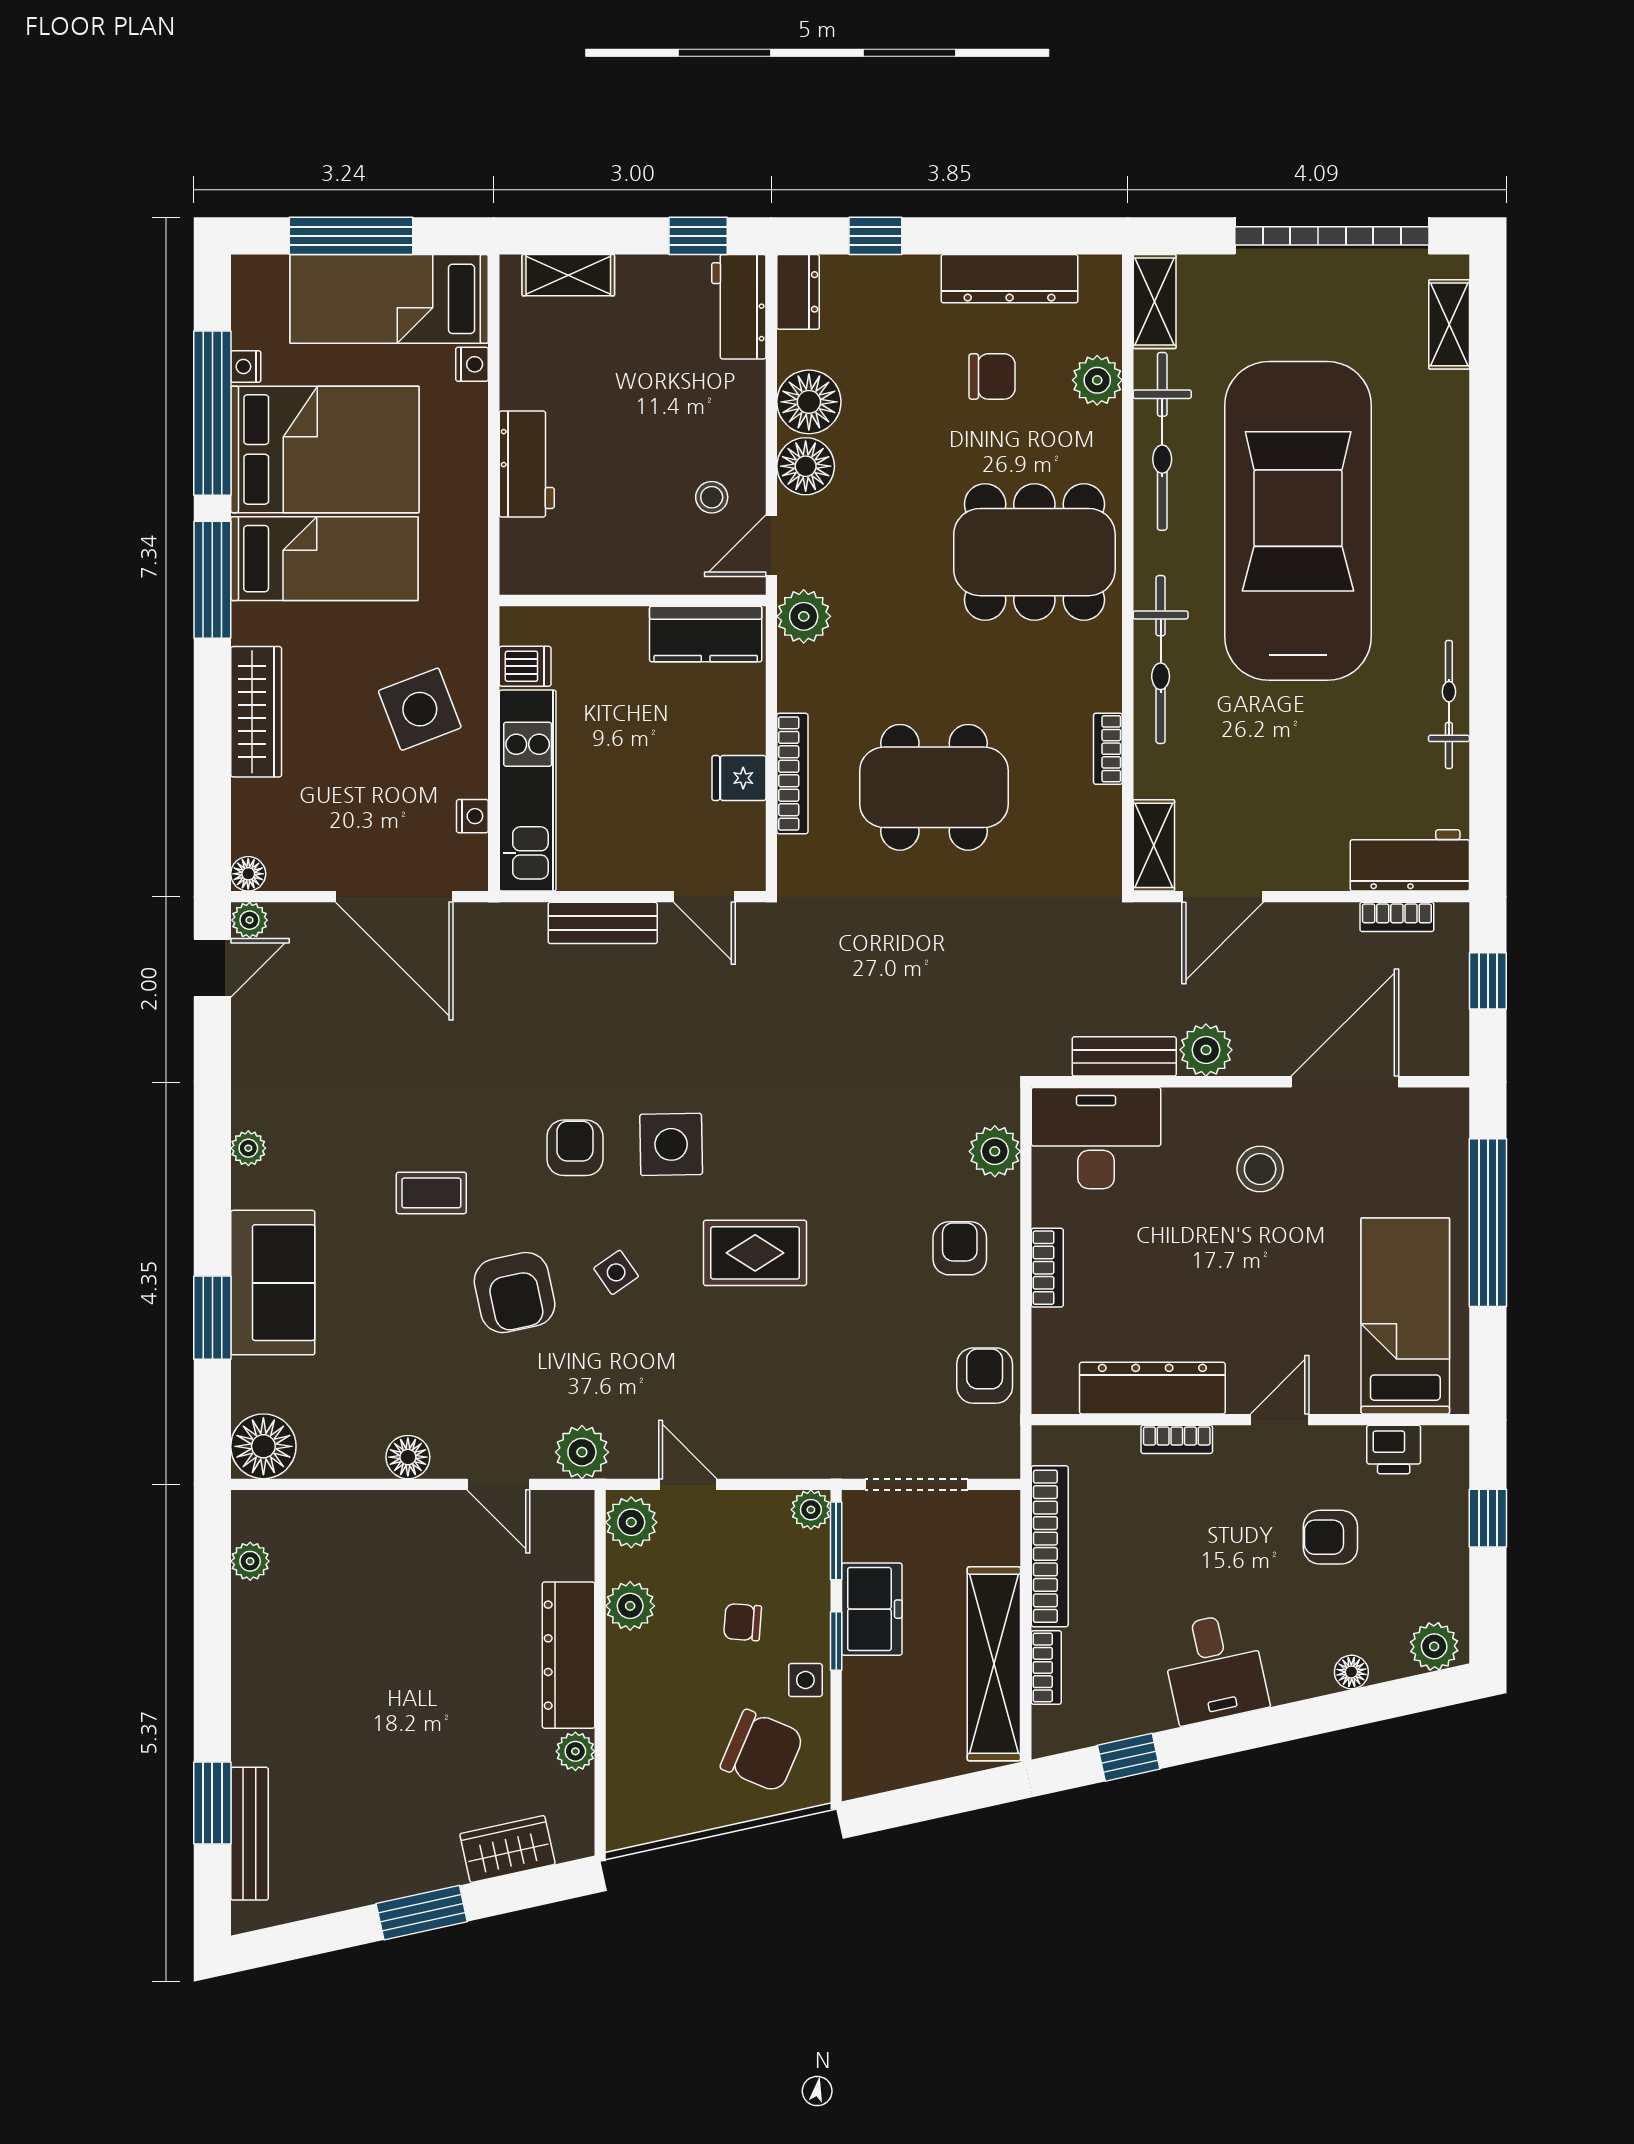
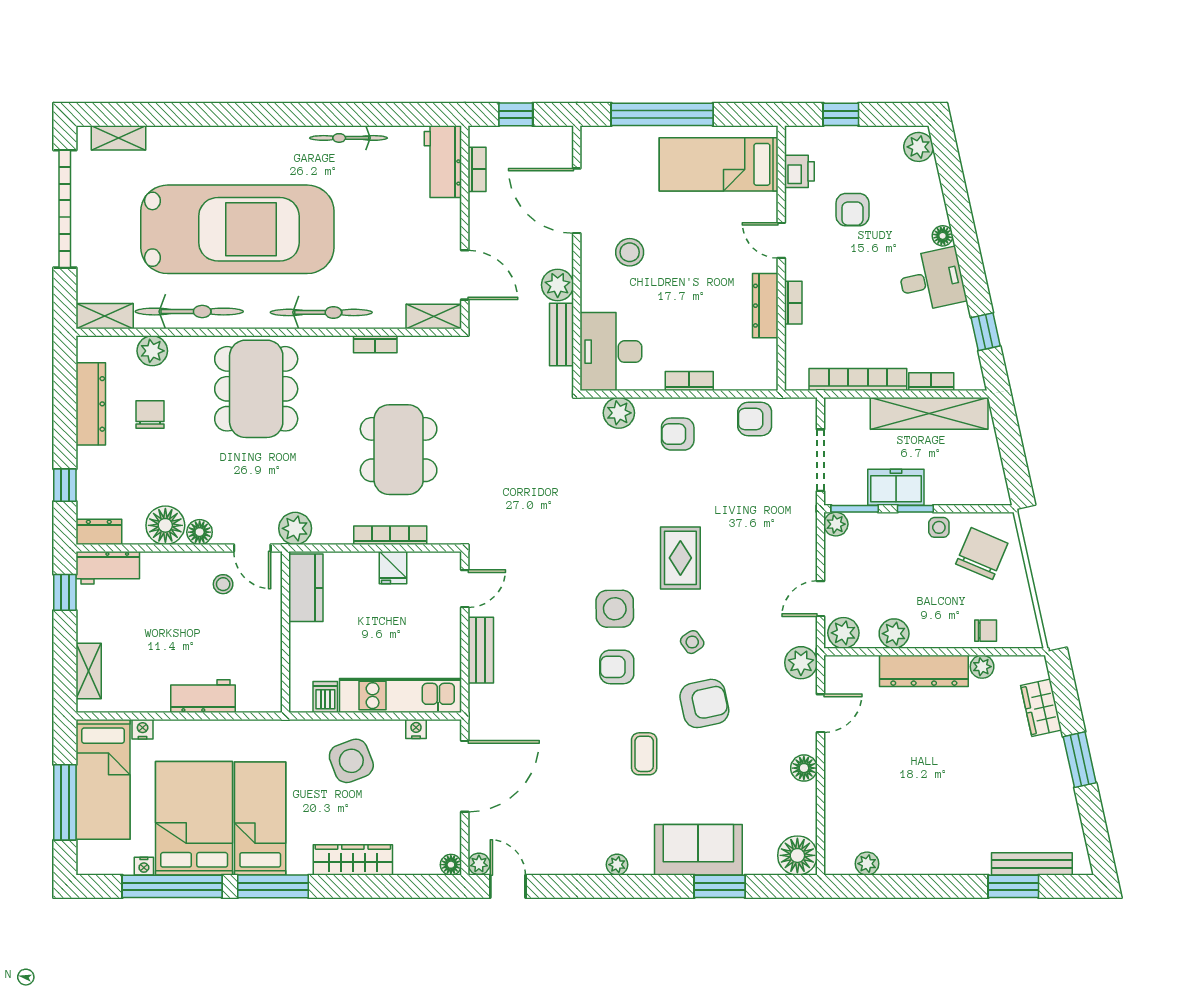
floor lamp: (806, 466) -> (200, 532), width x0.73, depth x0.73
car: (1298, 521) -> (237, 229), turned 180
dresser: (1152, 1388) -> (765, 306), width x0.73, depth x0.80
chair: (743, 1622) -> (986, 631), moved, turned -94
floor lamp: (1351, 1672) -> (943, 236), moved

